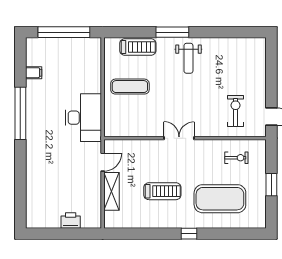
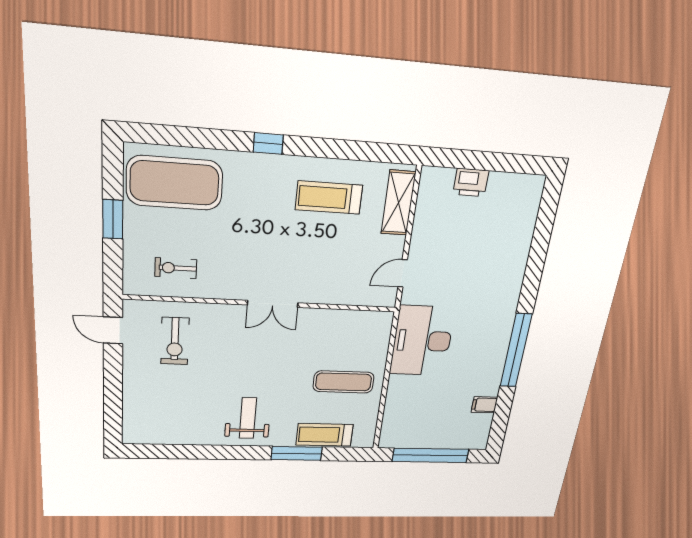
window: (172, 32) -> (297, 453), moved
shelving: (112, 191) -> (398, 203), moved
treadmill: (162, 191) -> (329, 198), moved
exercise mat: (220, 199) -> (175, 183), moved

